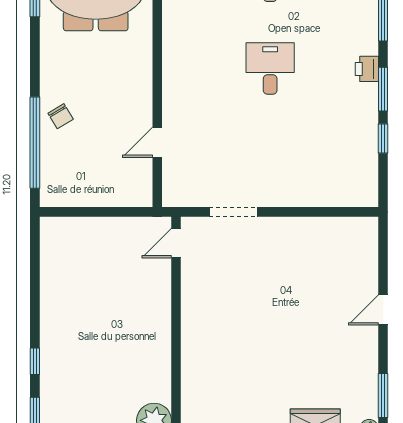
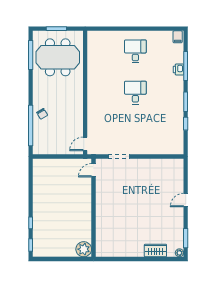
printer: (367, 69) -> (178, 70), moved
door: (157, 142) -> (85, 144), moved

